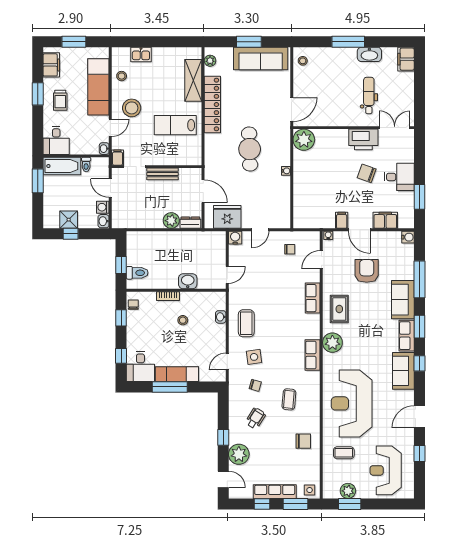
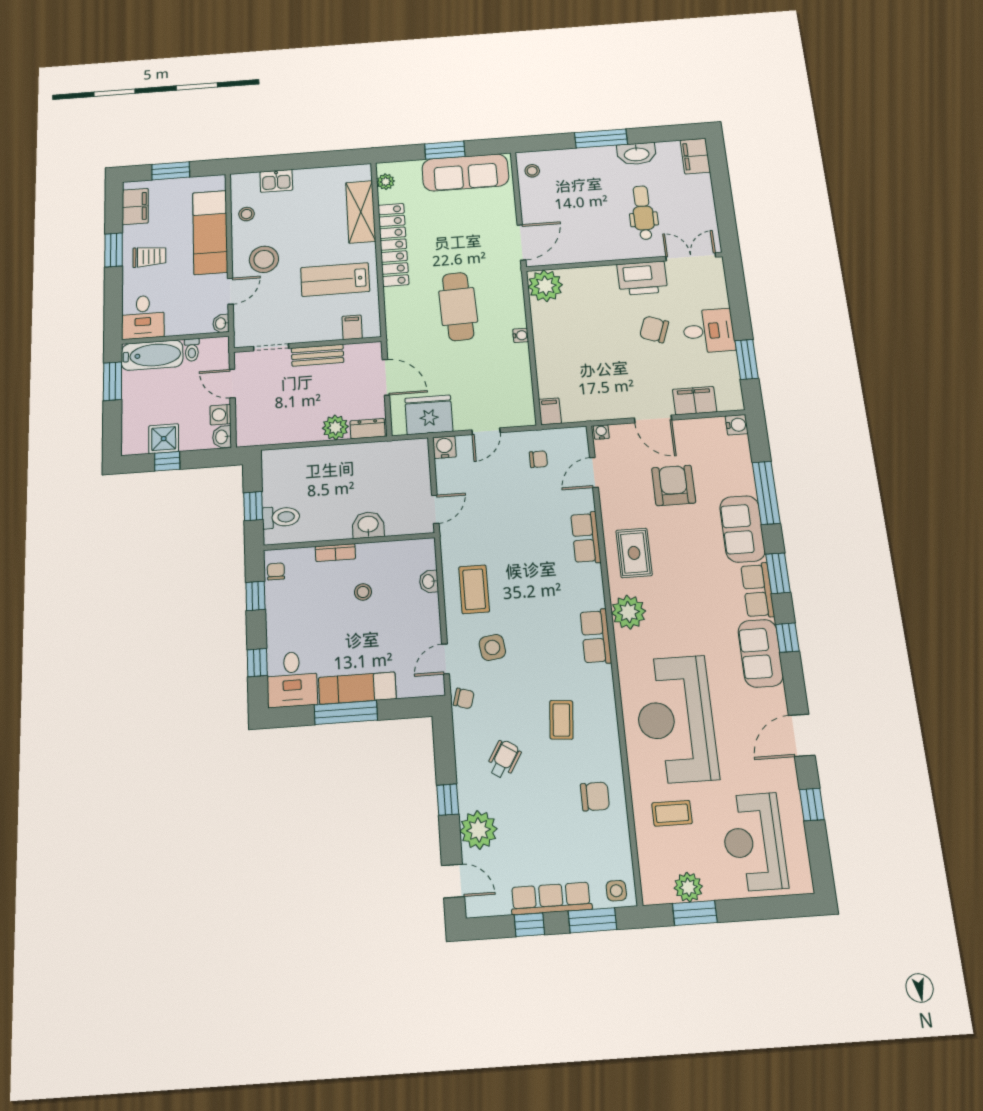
trolley: (60, 100) -> (149, 257), turned -90
filing cabinet: (117, 158) -> (352, 327), moved
filing cabinet: (342, 220) -> (550, 411), moved
chair: (255, 385) -> (464, 698), moved

